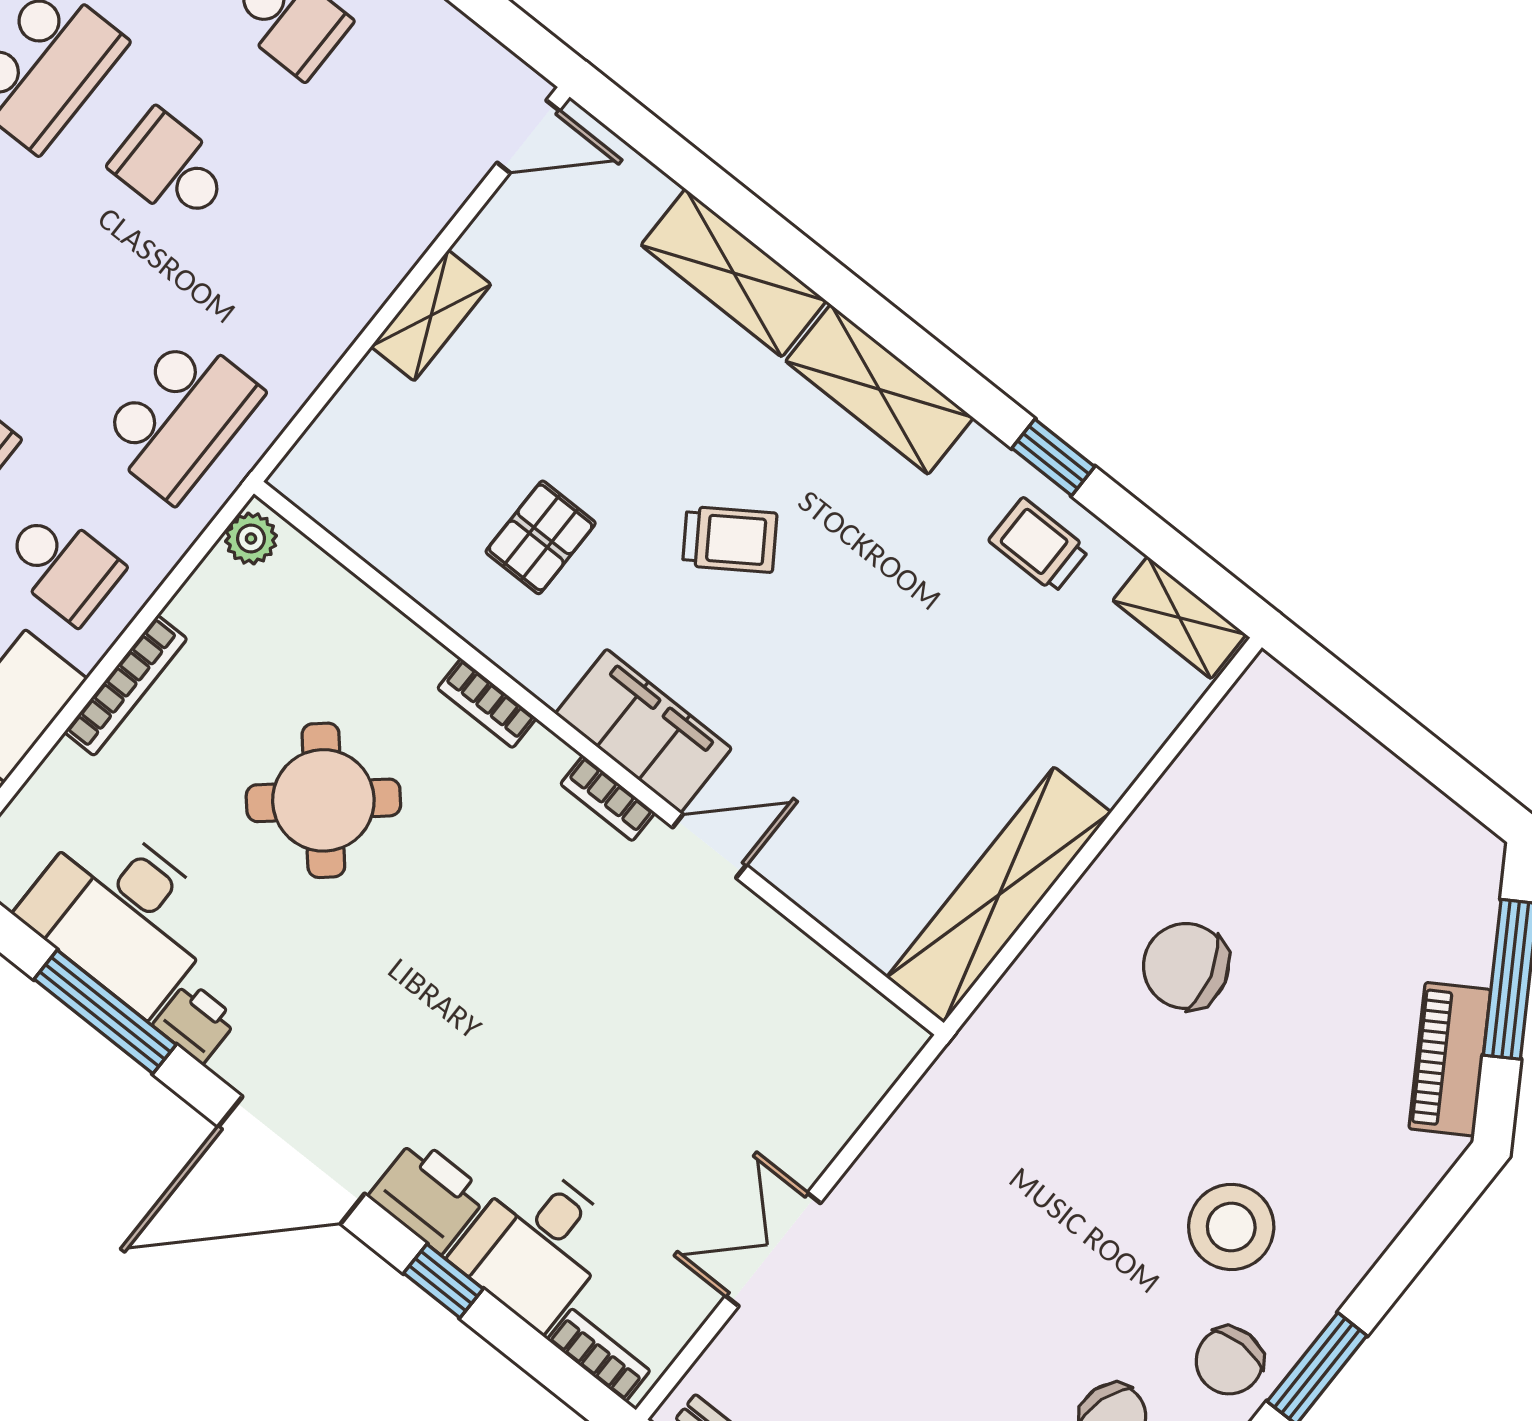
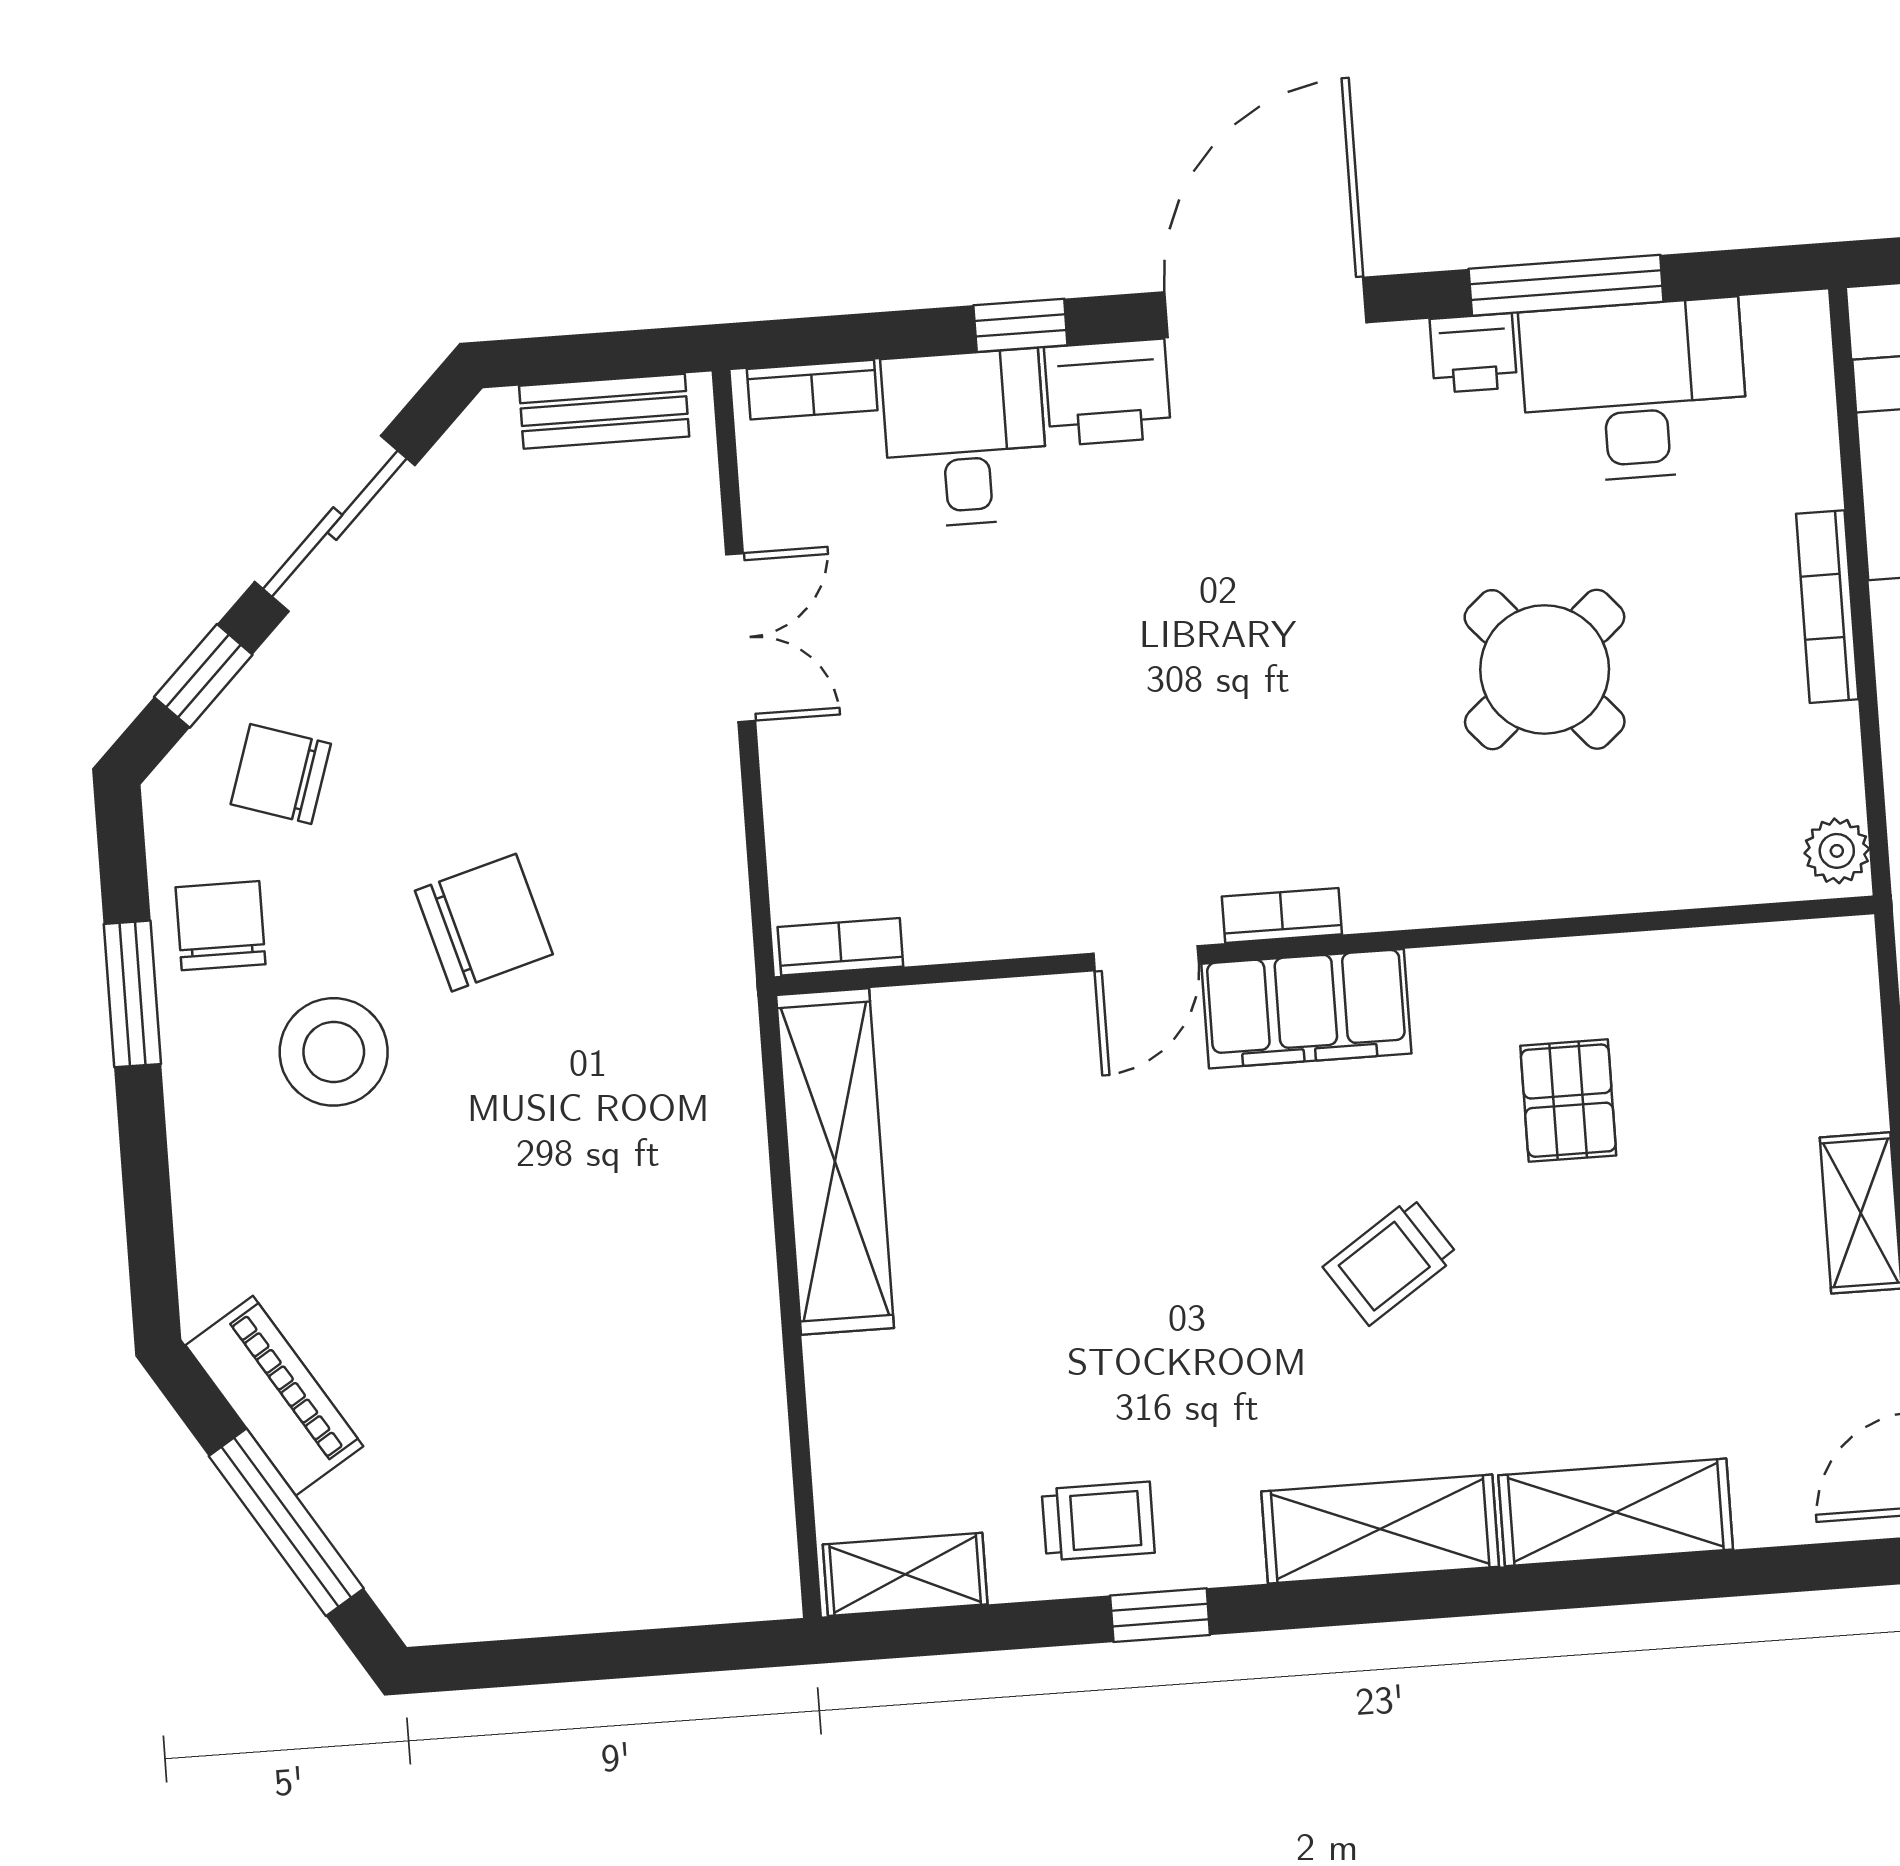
bookcase: (487, 703) -> (840, 947), moved
chair: (1186, 966) -> (484, 923), moved

